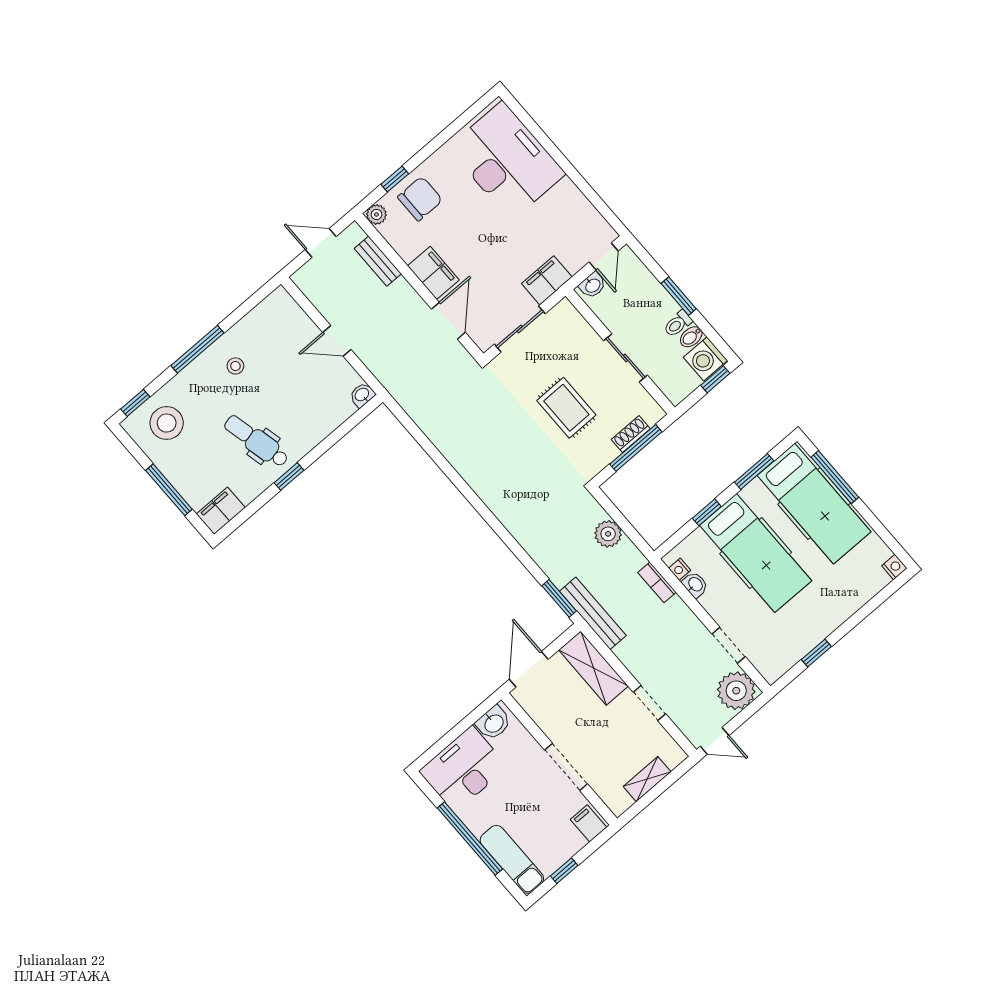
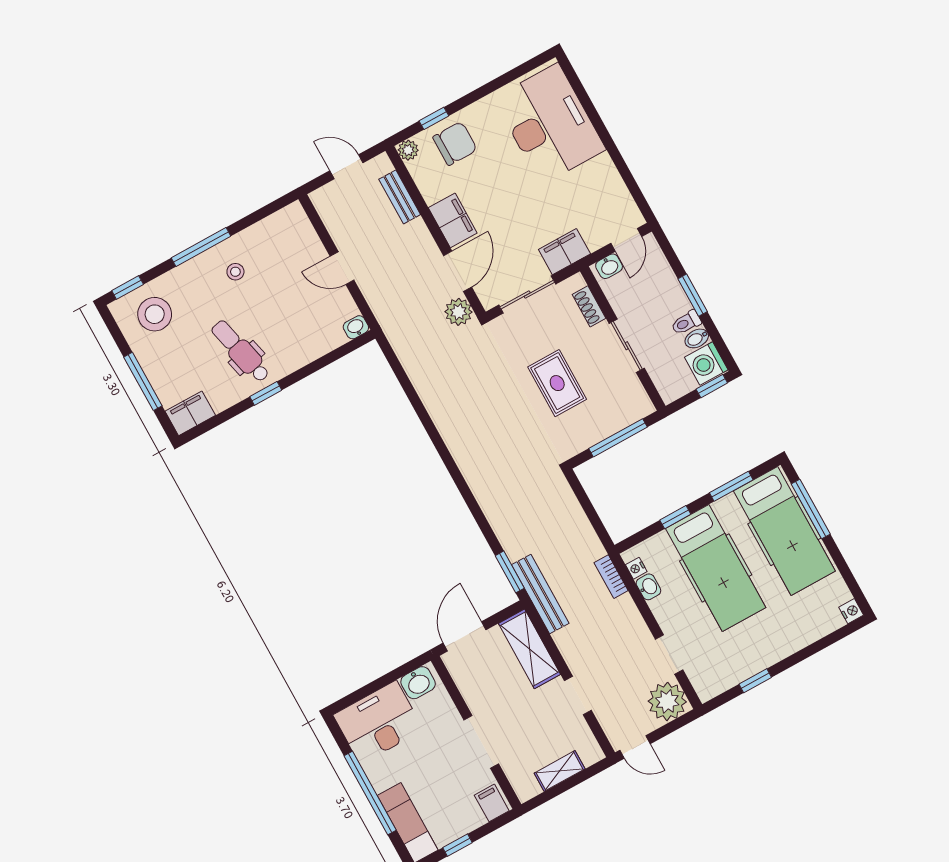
shoe rack: (631, 434) -> (589, 306), moved, turned -90
plant: (608, 534) -> (459, 312), moved

